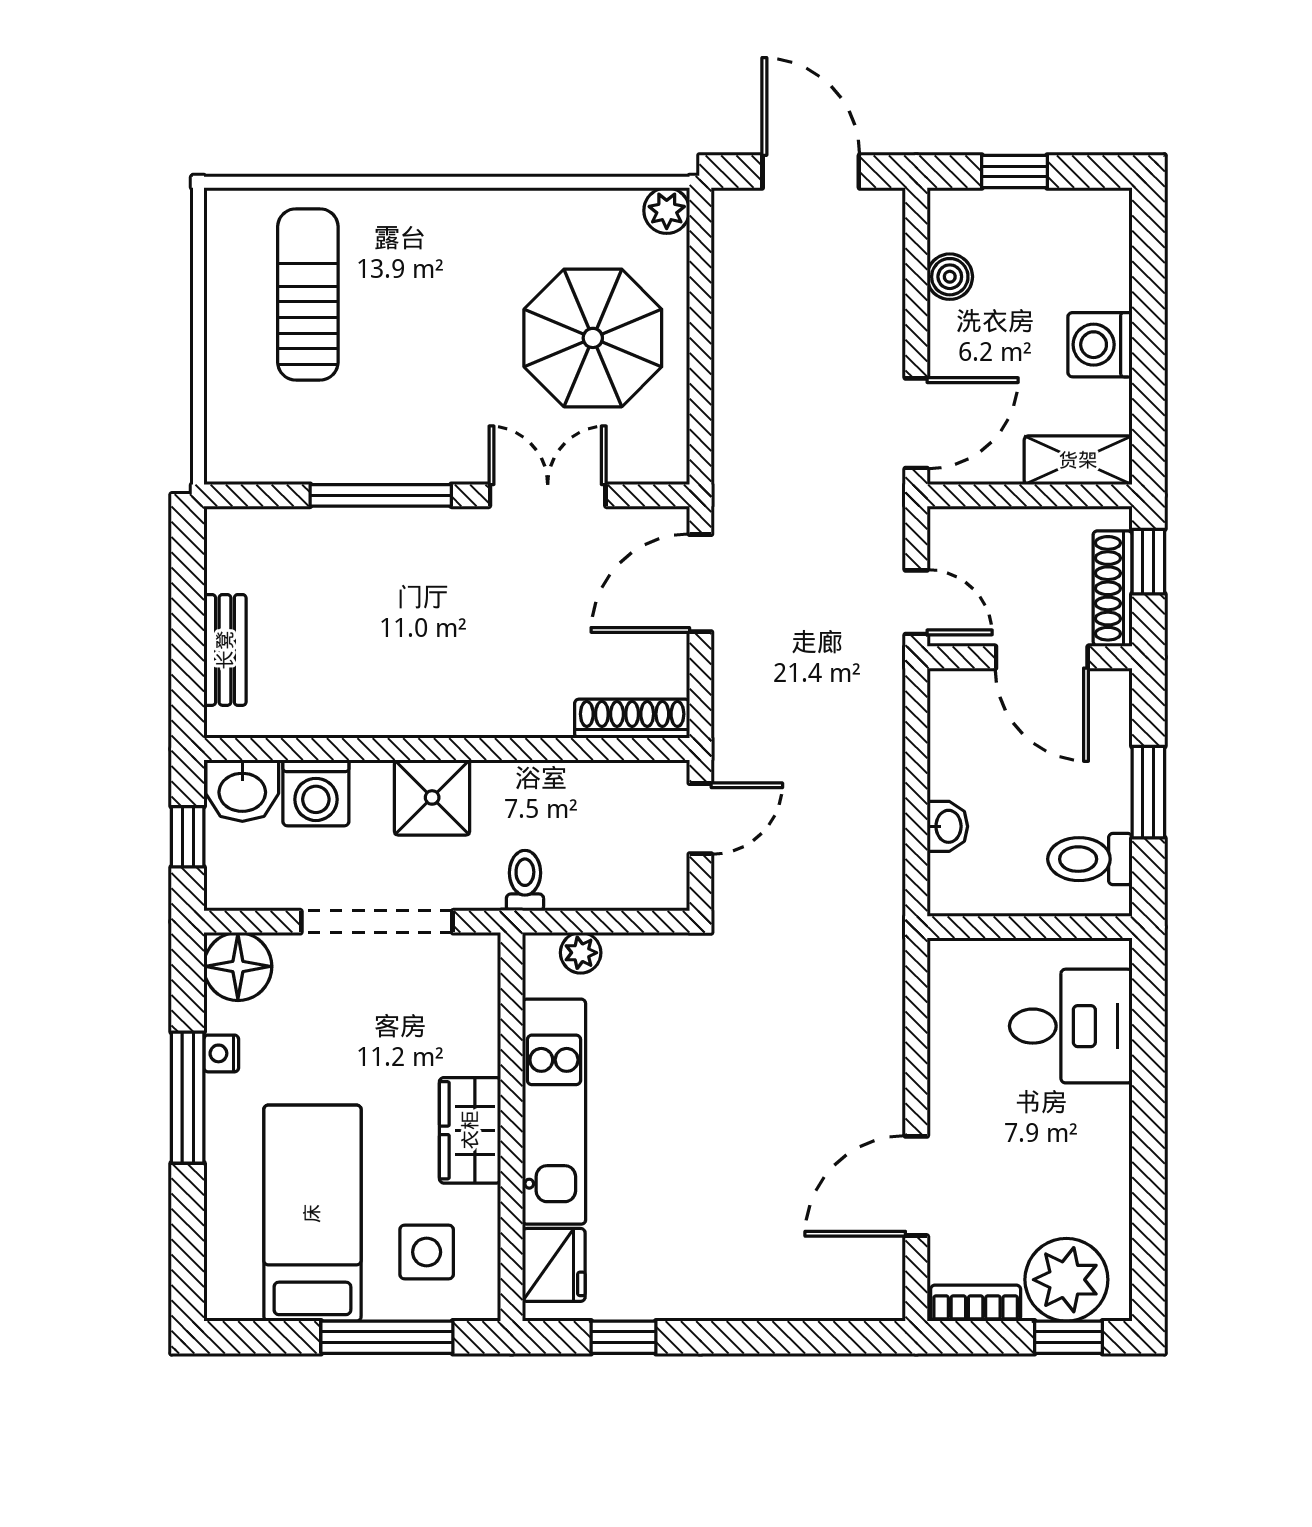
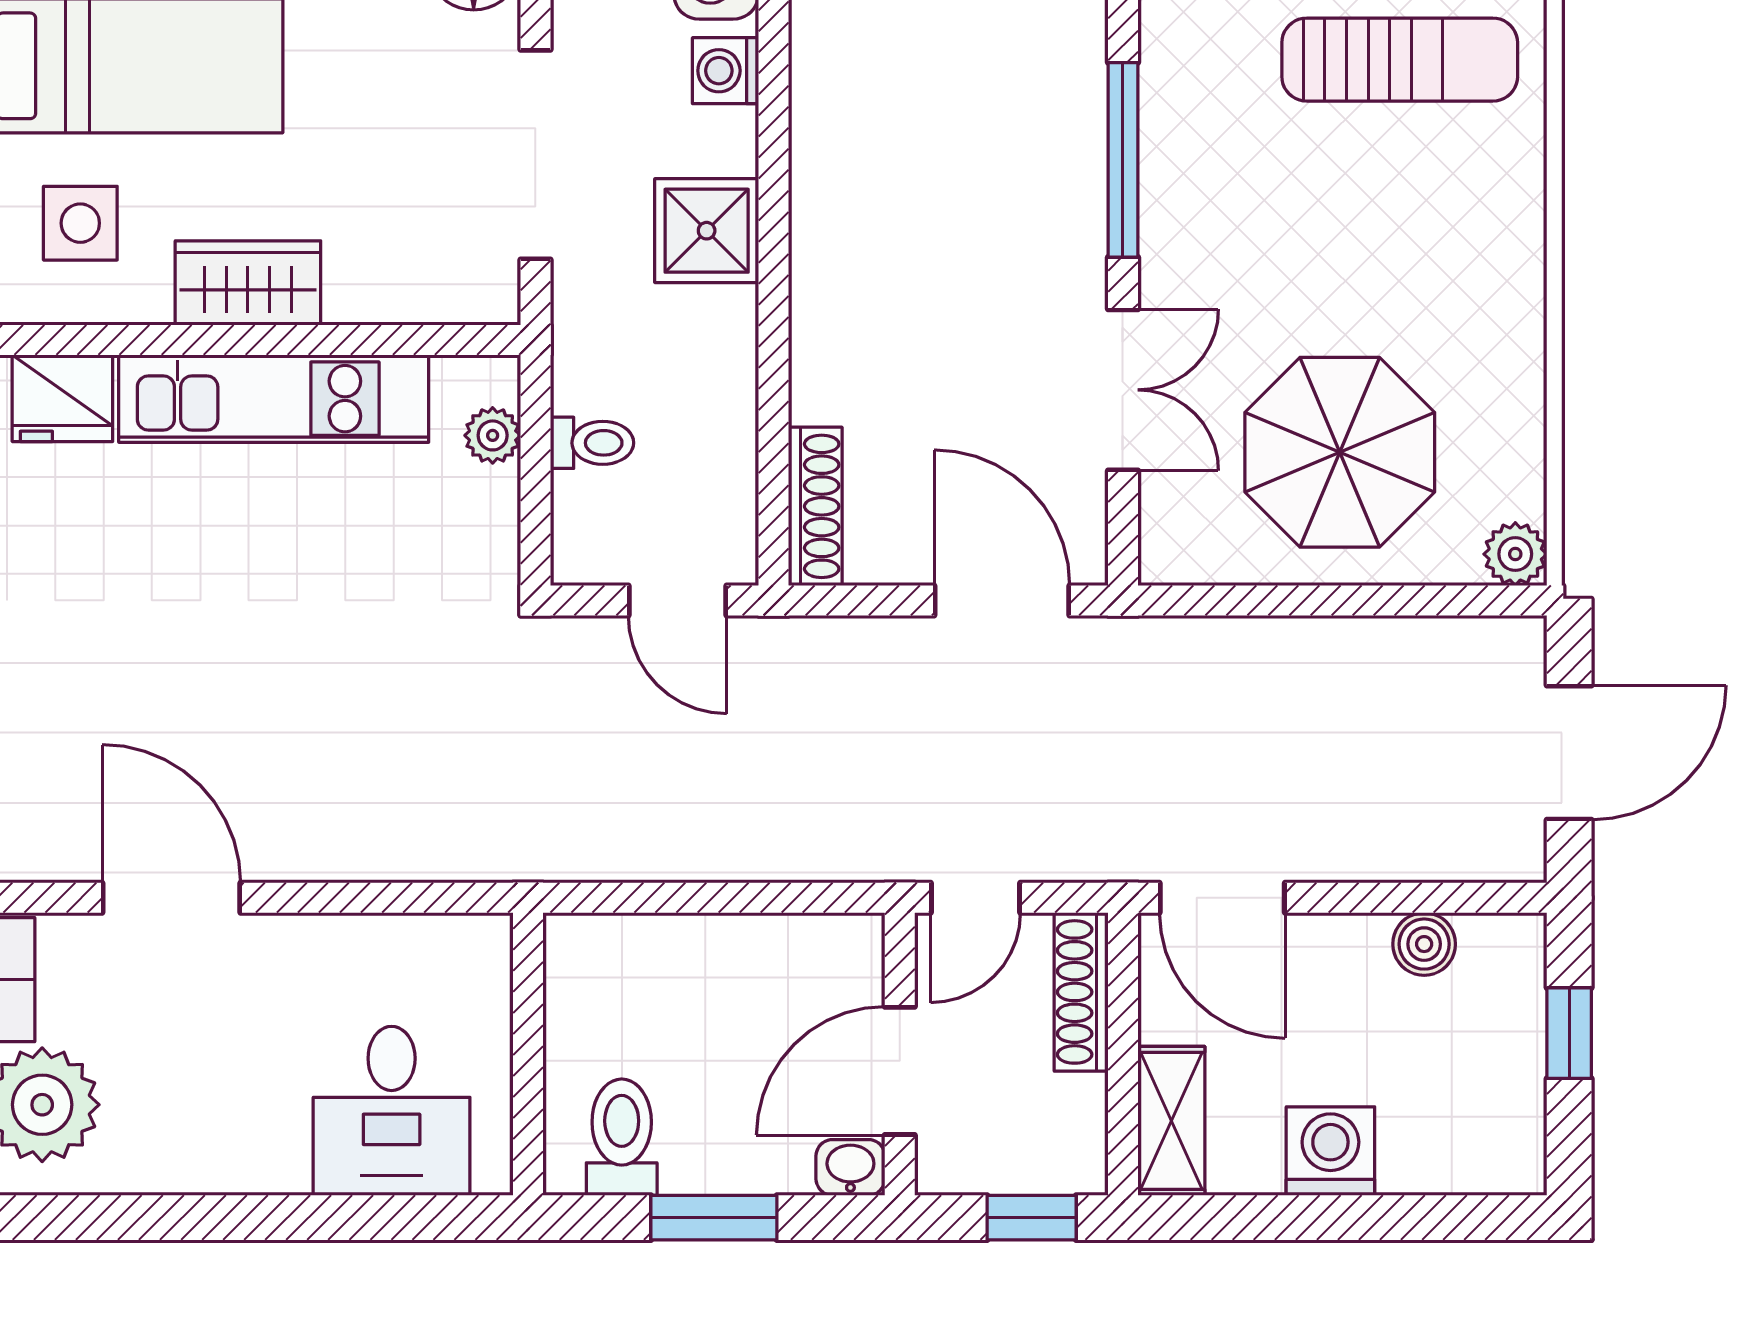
shoe rack: (1113, 588) -> (1081, 992), moved, turned -90
washing machine: (316, 793) -> (725, 71), width x0.73, depth x0.73
washbasin: (947, 826) -> (850, 1167), moved, turned 180
toilet: (525, 881) -> (592, 443), moved

